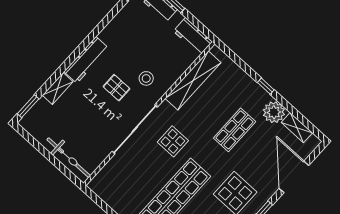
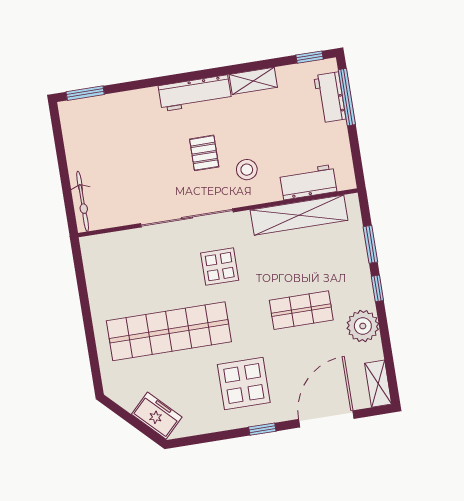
workbench: (193, 36) -> (308, 182), moved, turned 90
window: (243, 66) -> (370, 244), added
shelving: (58, 88) -> (253, 81), moved
shelving: (297, 128) -> (378, 384), moved
bicycle: (69, 158) -> (83, 201), width x0.73, depth x0.71

